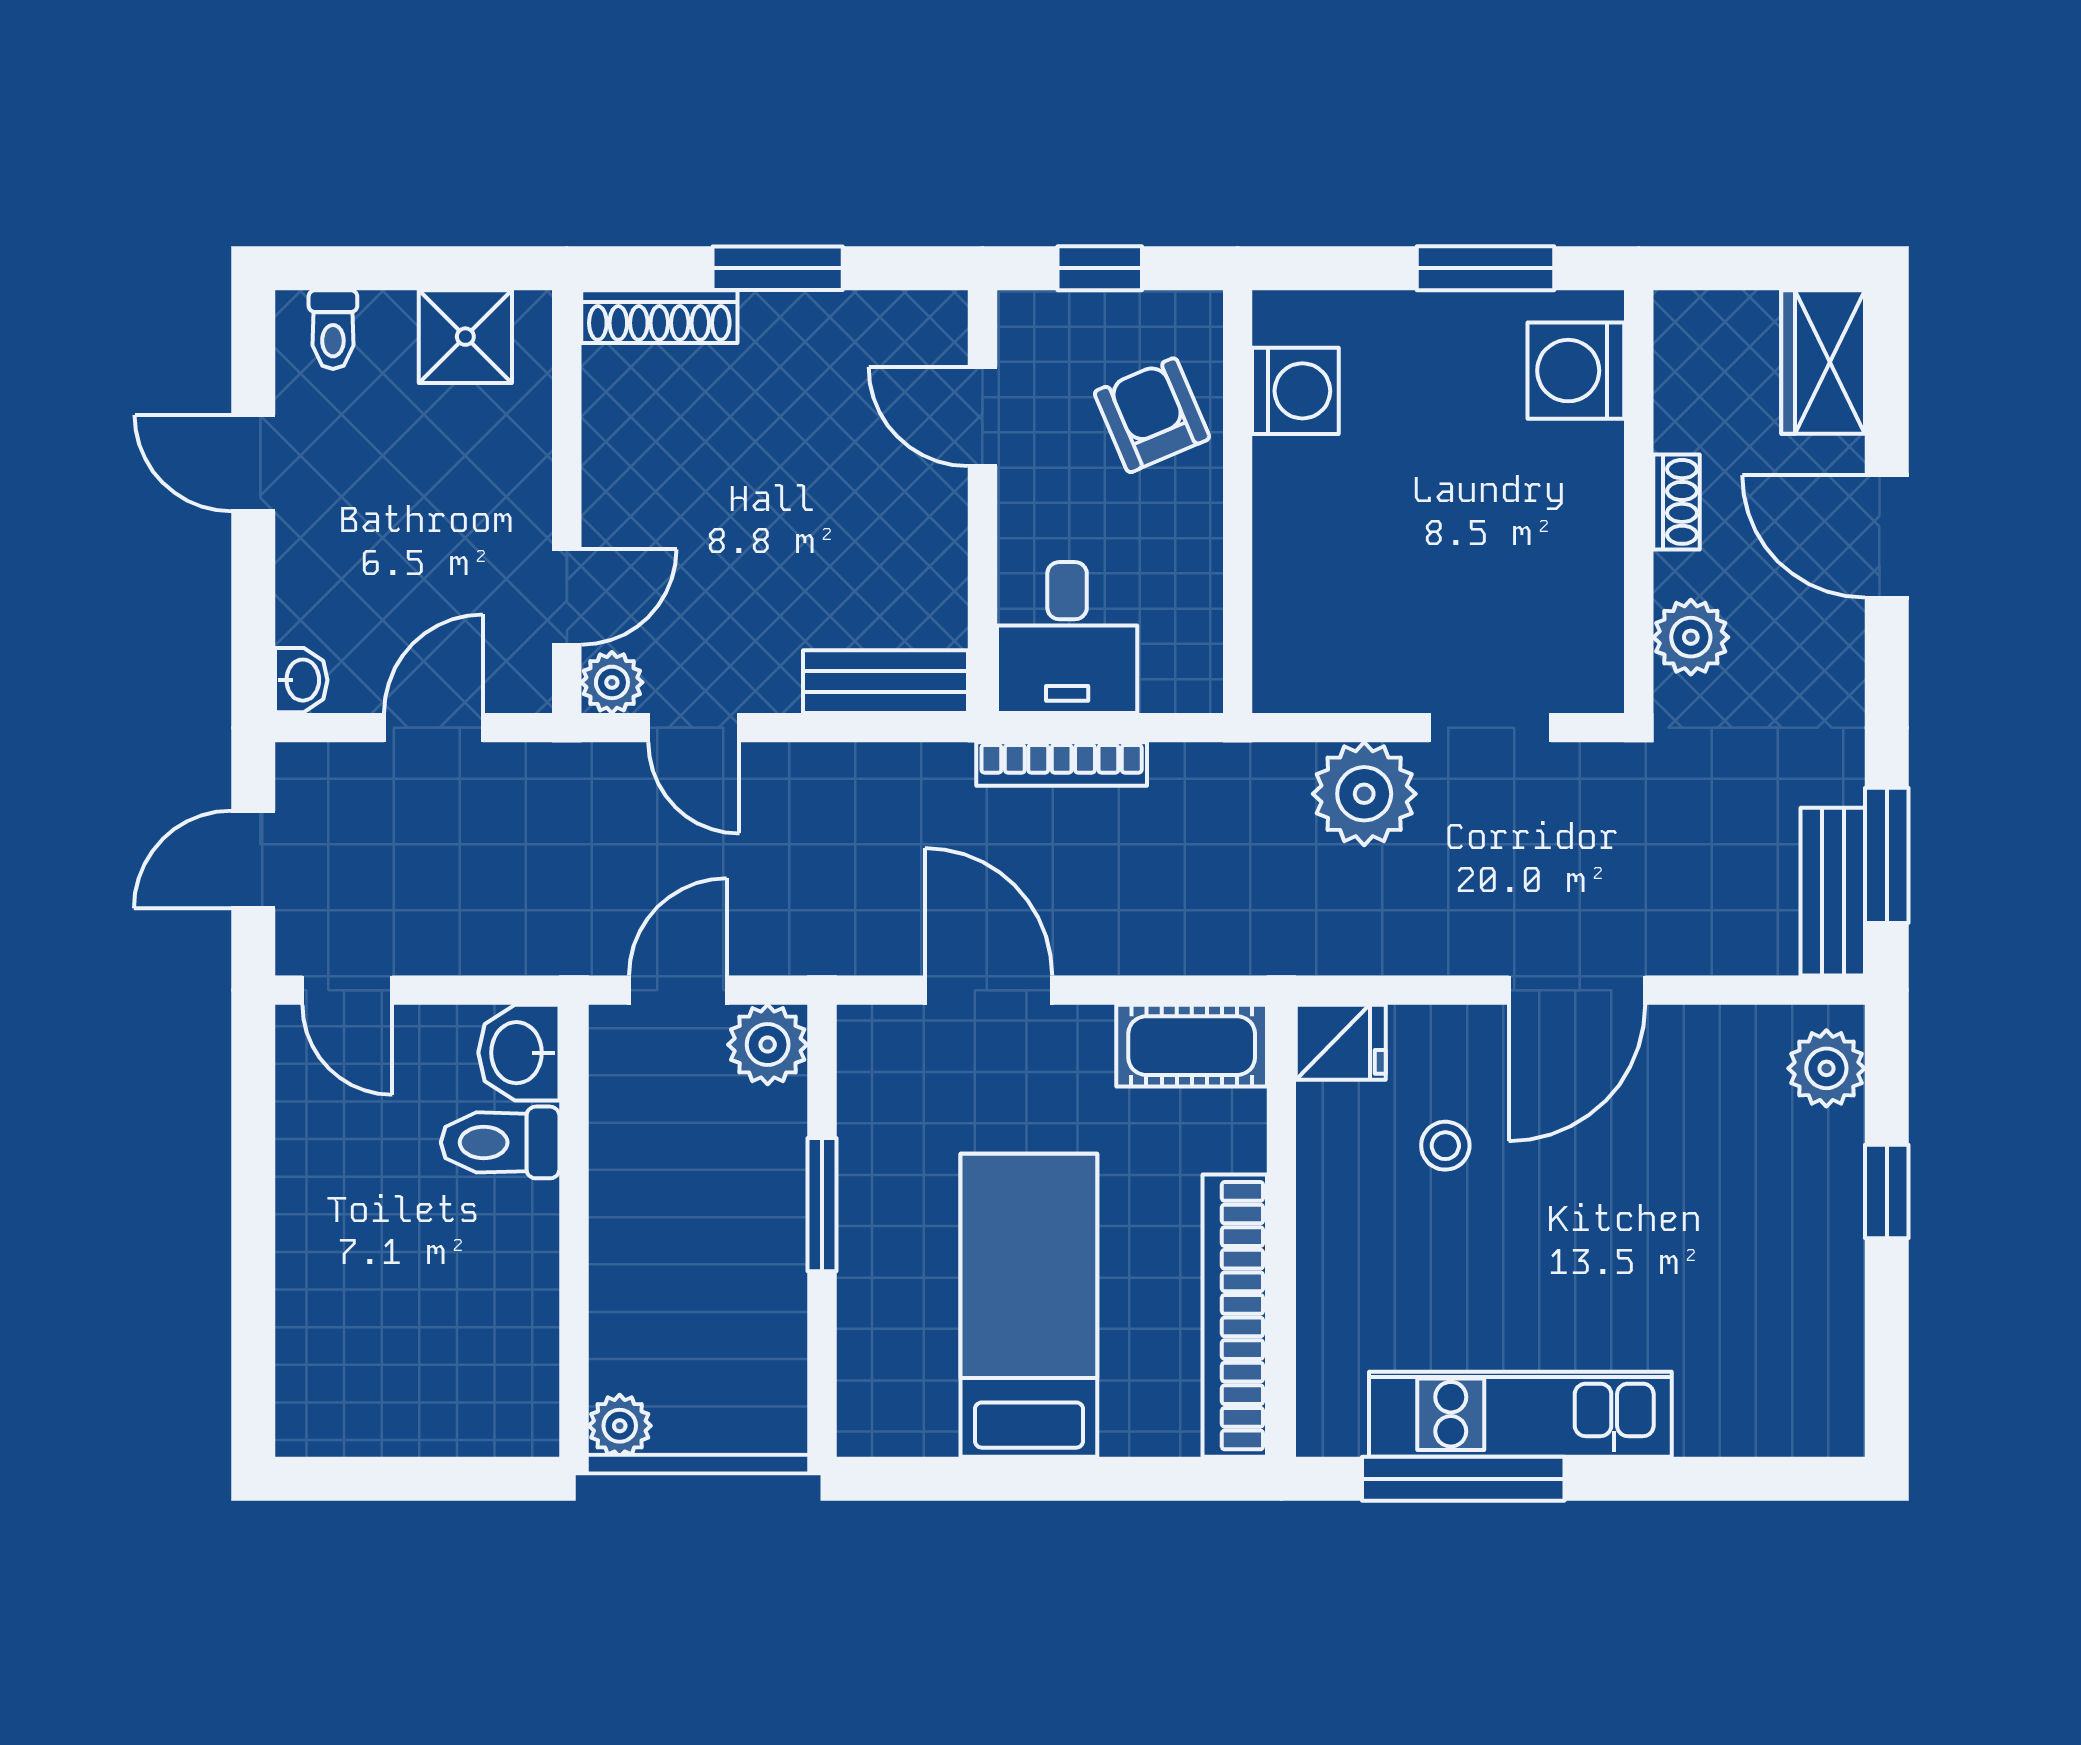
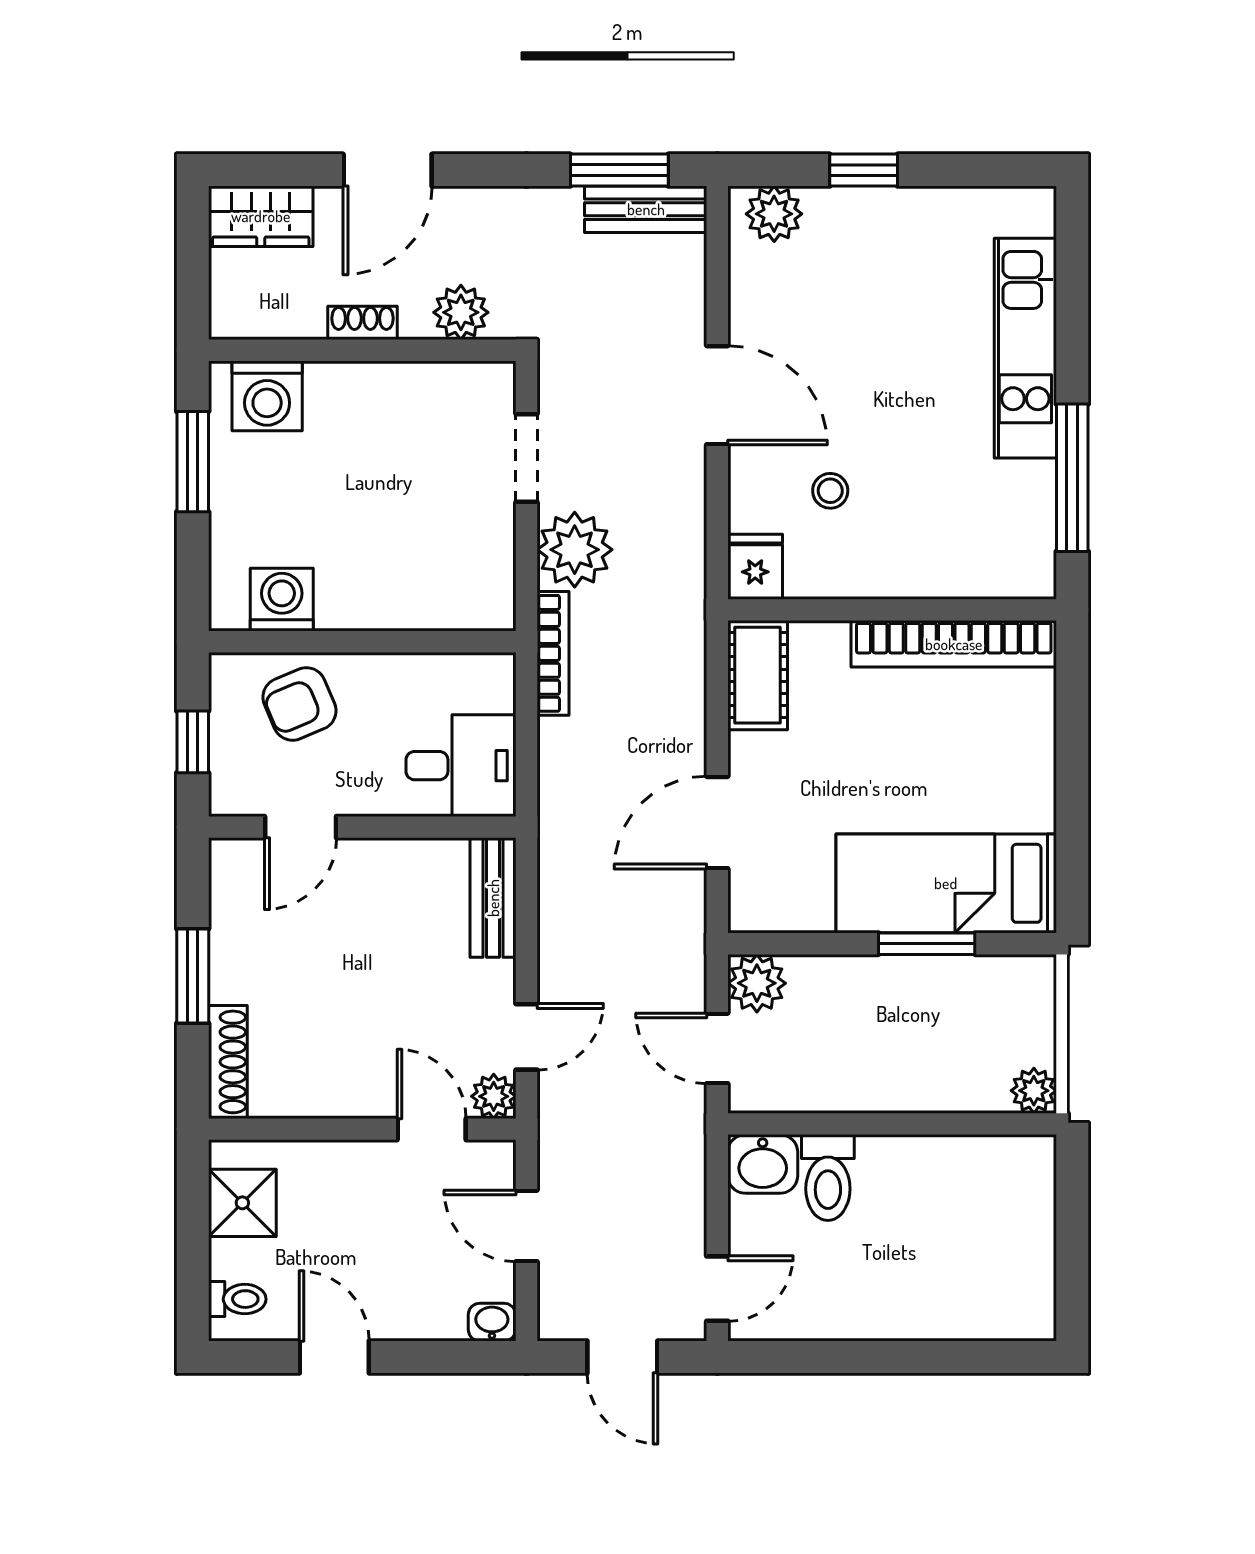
door: (253, 463) -> (334, 1357), swing flipped
bookcase: (1062, 764) -> (553, 653), moved
window: (822, 1205) -> (927, 944), moved
bed: (1029, 1305) -> (946, 883), moved
kitchen unit: (1520, 1414) -> (1025, 348), moved

